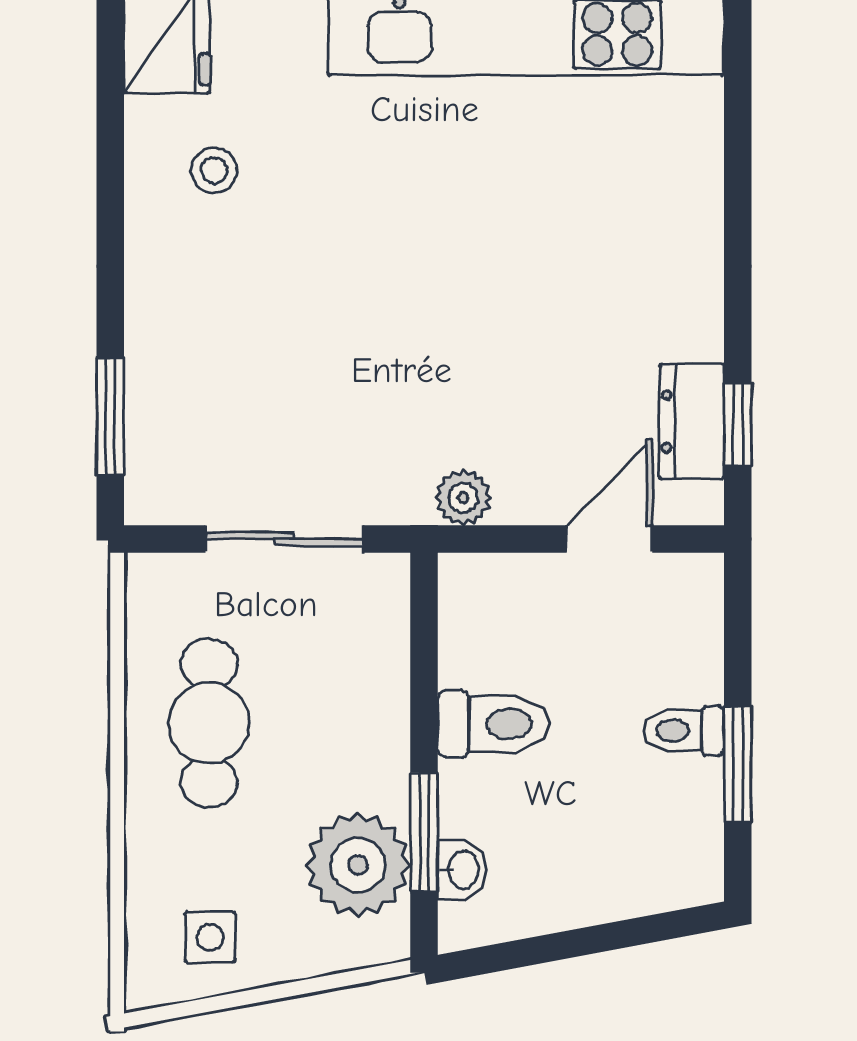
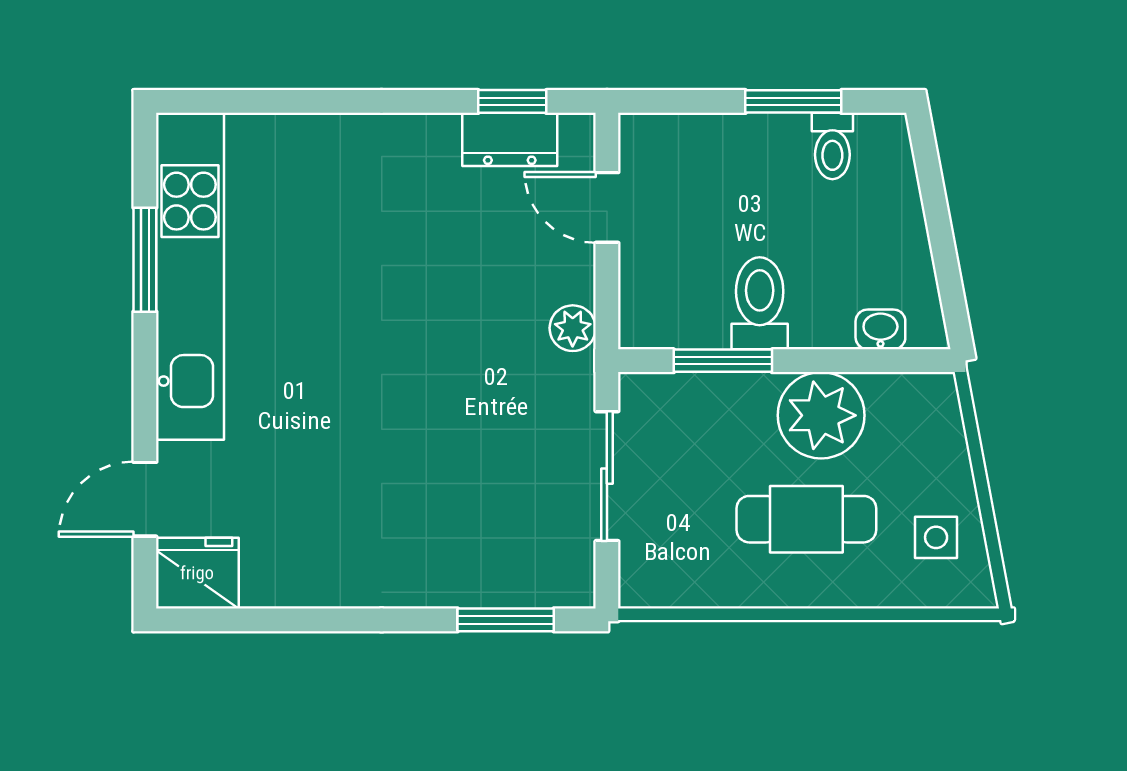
stool: (214, 170) -> (302, 534), removed
cafe table: (209, 723) -> (806, 519), moved
toilet: (684, 731) -> (832, 146), moved
window: (424, 832) -> (723, 361), moved
plant: (358, 865) -> (821, 415), moved

